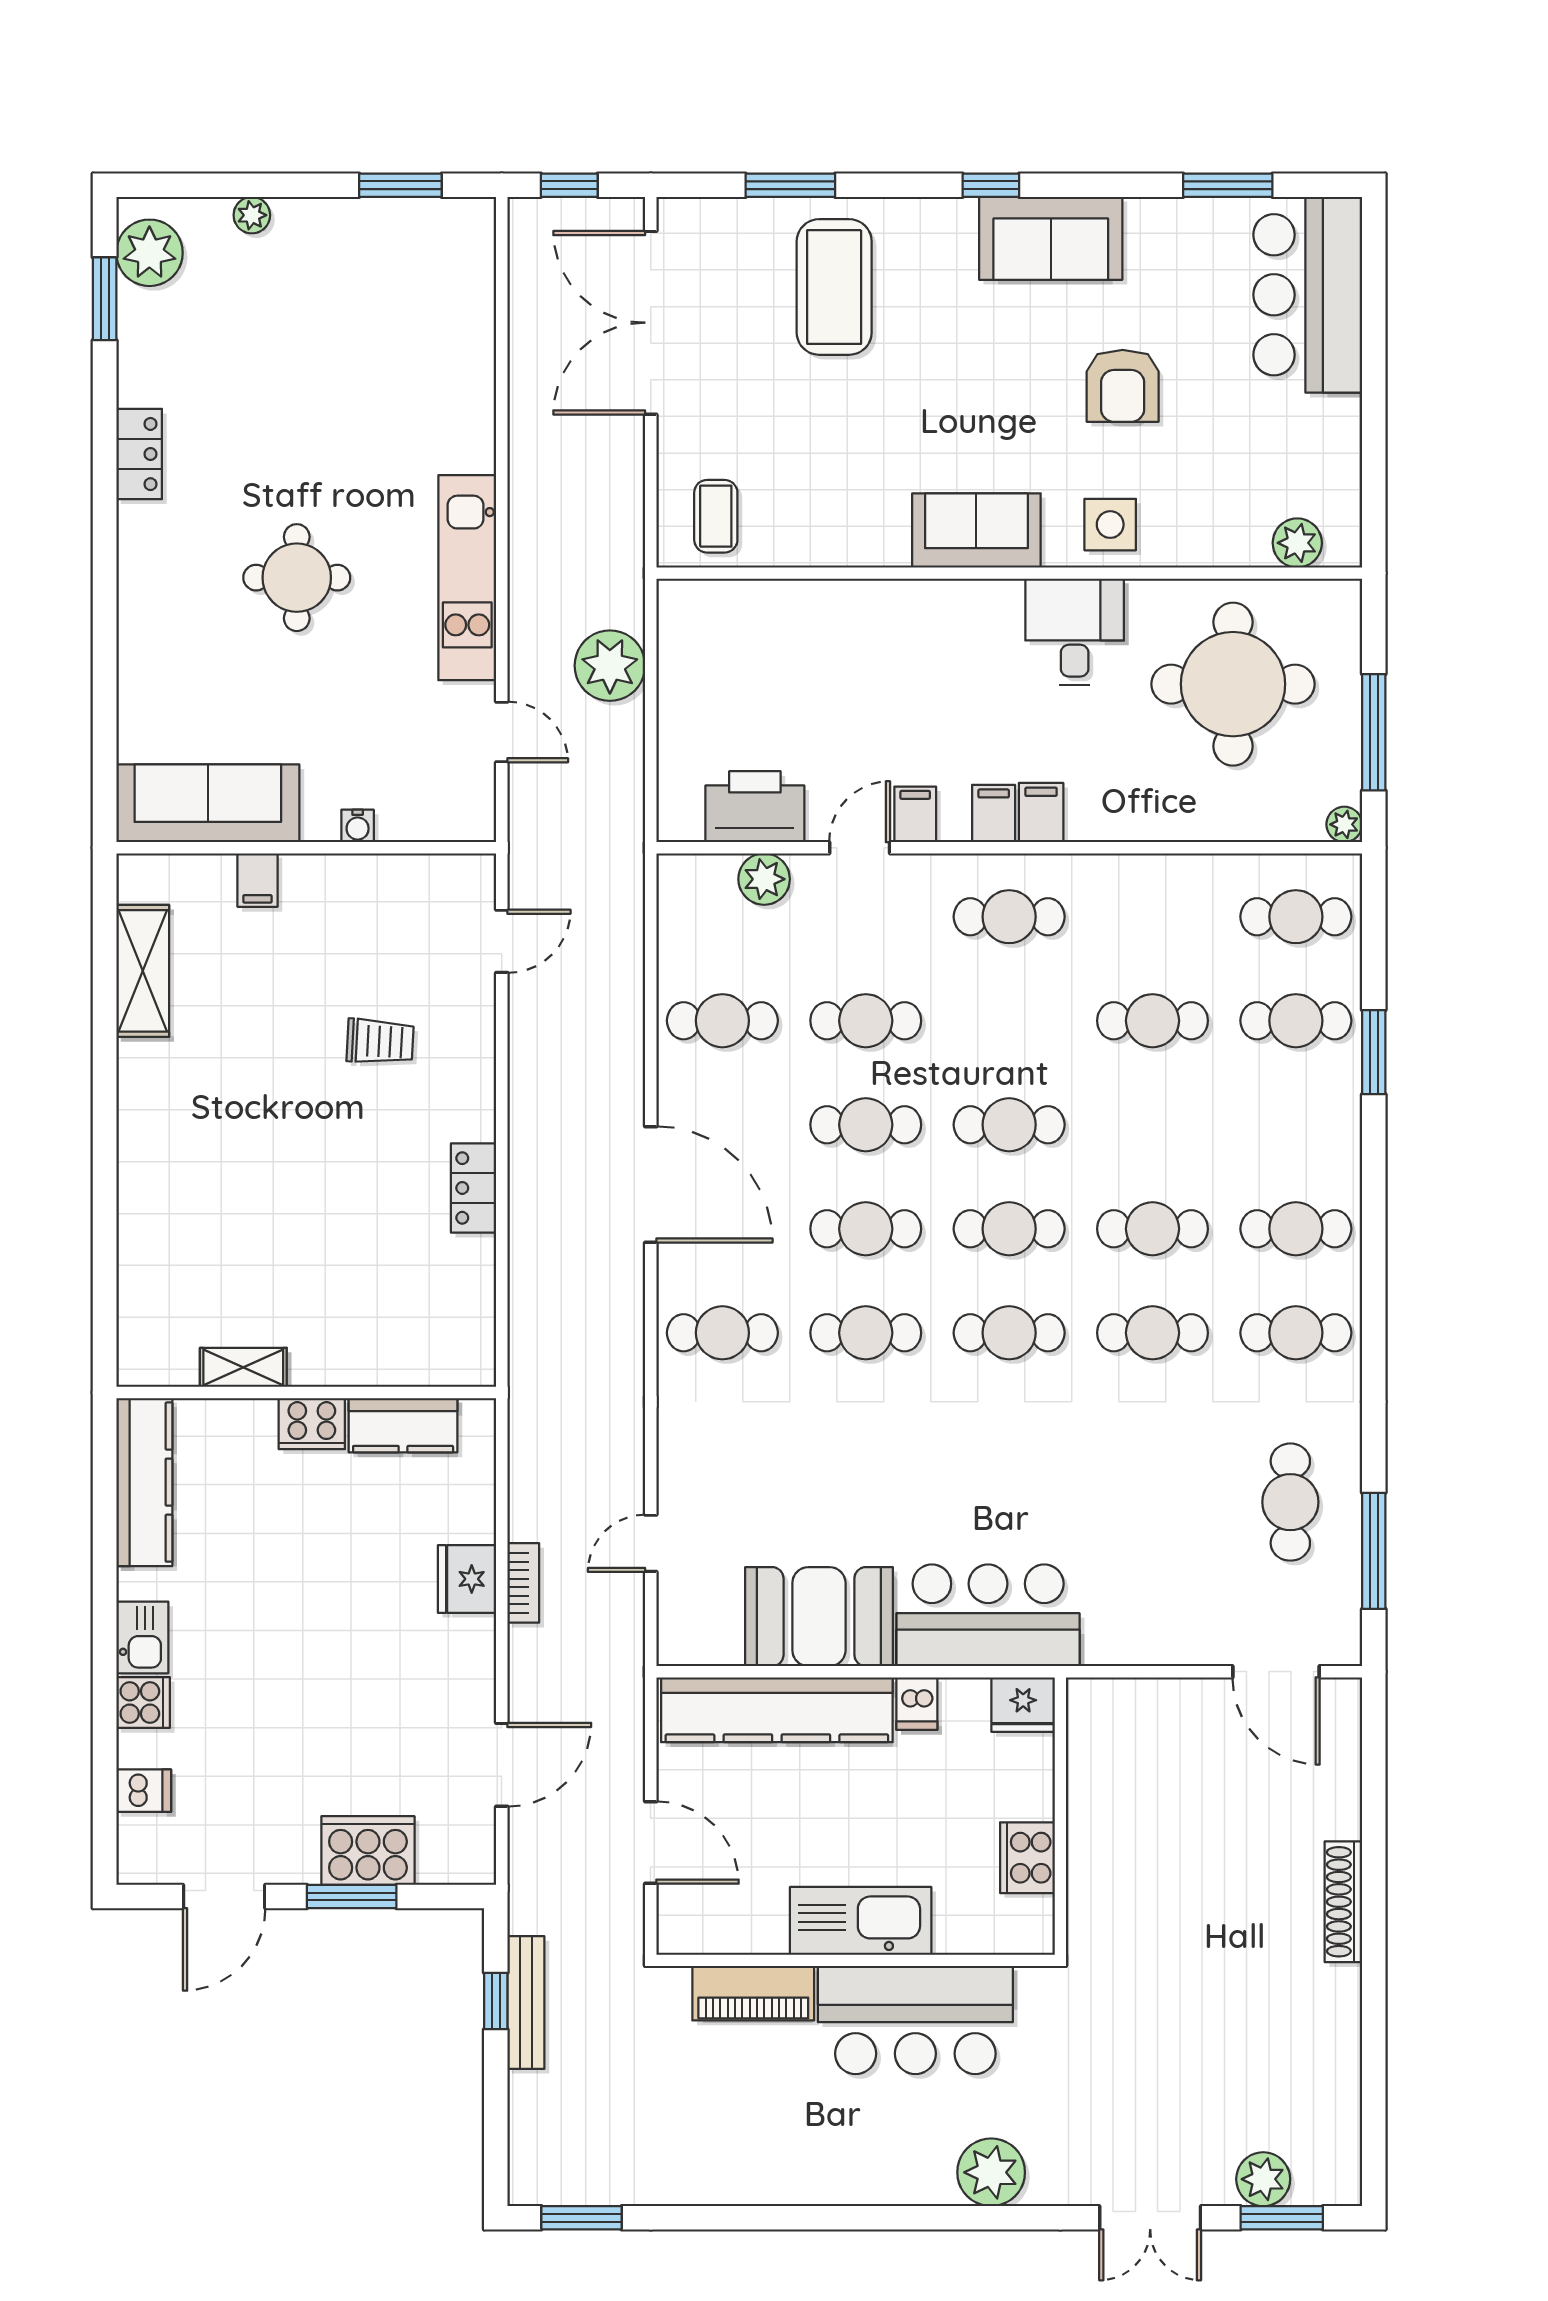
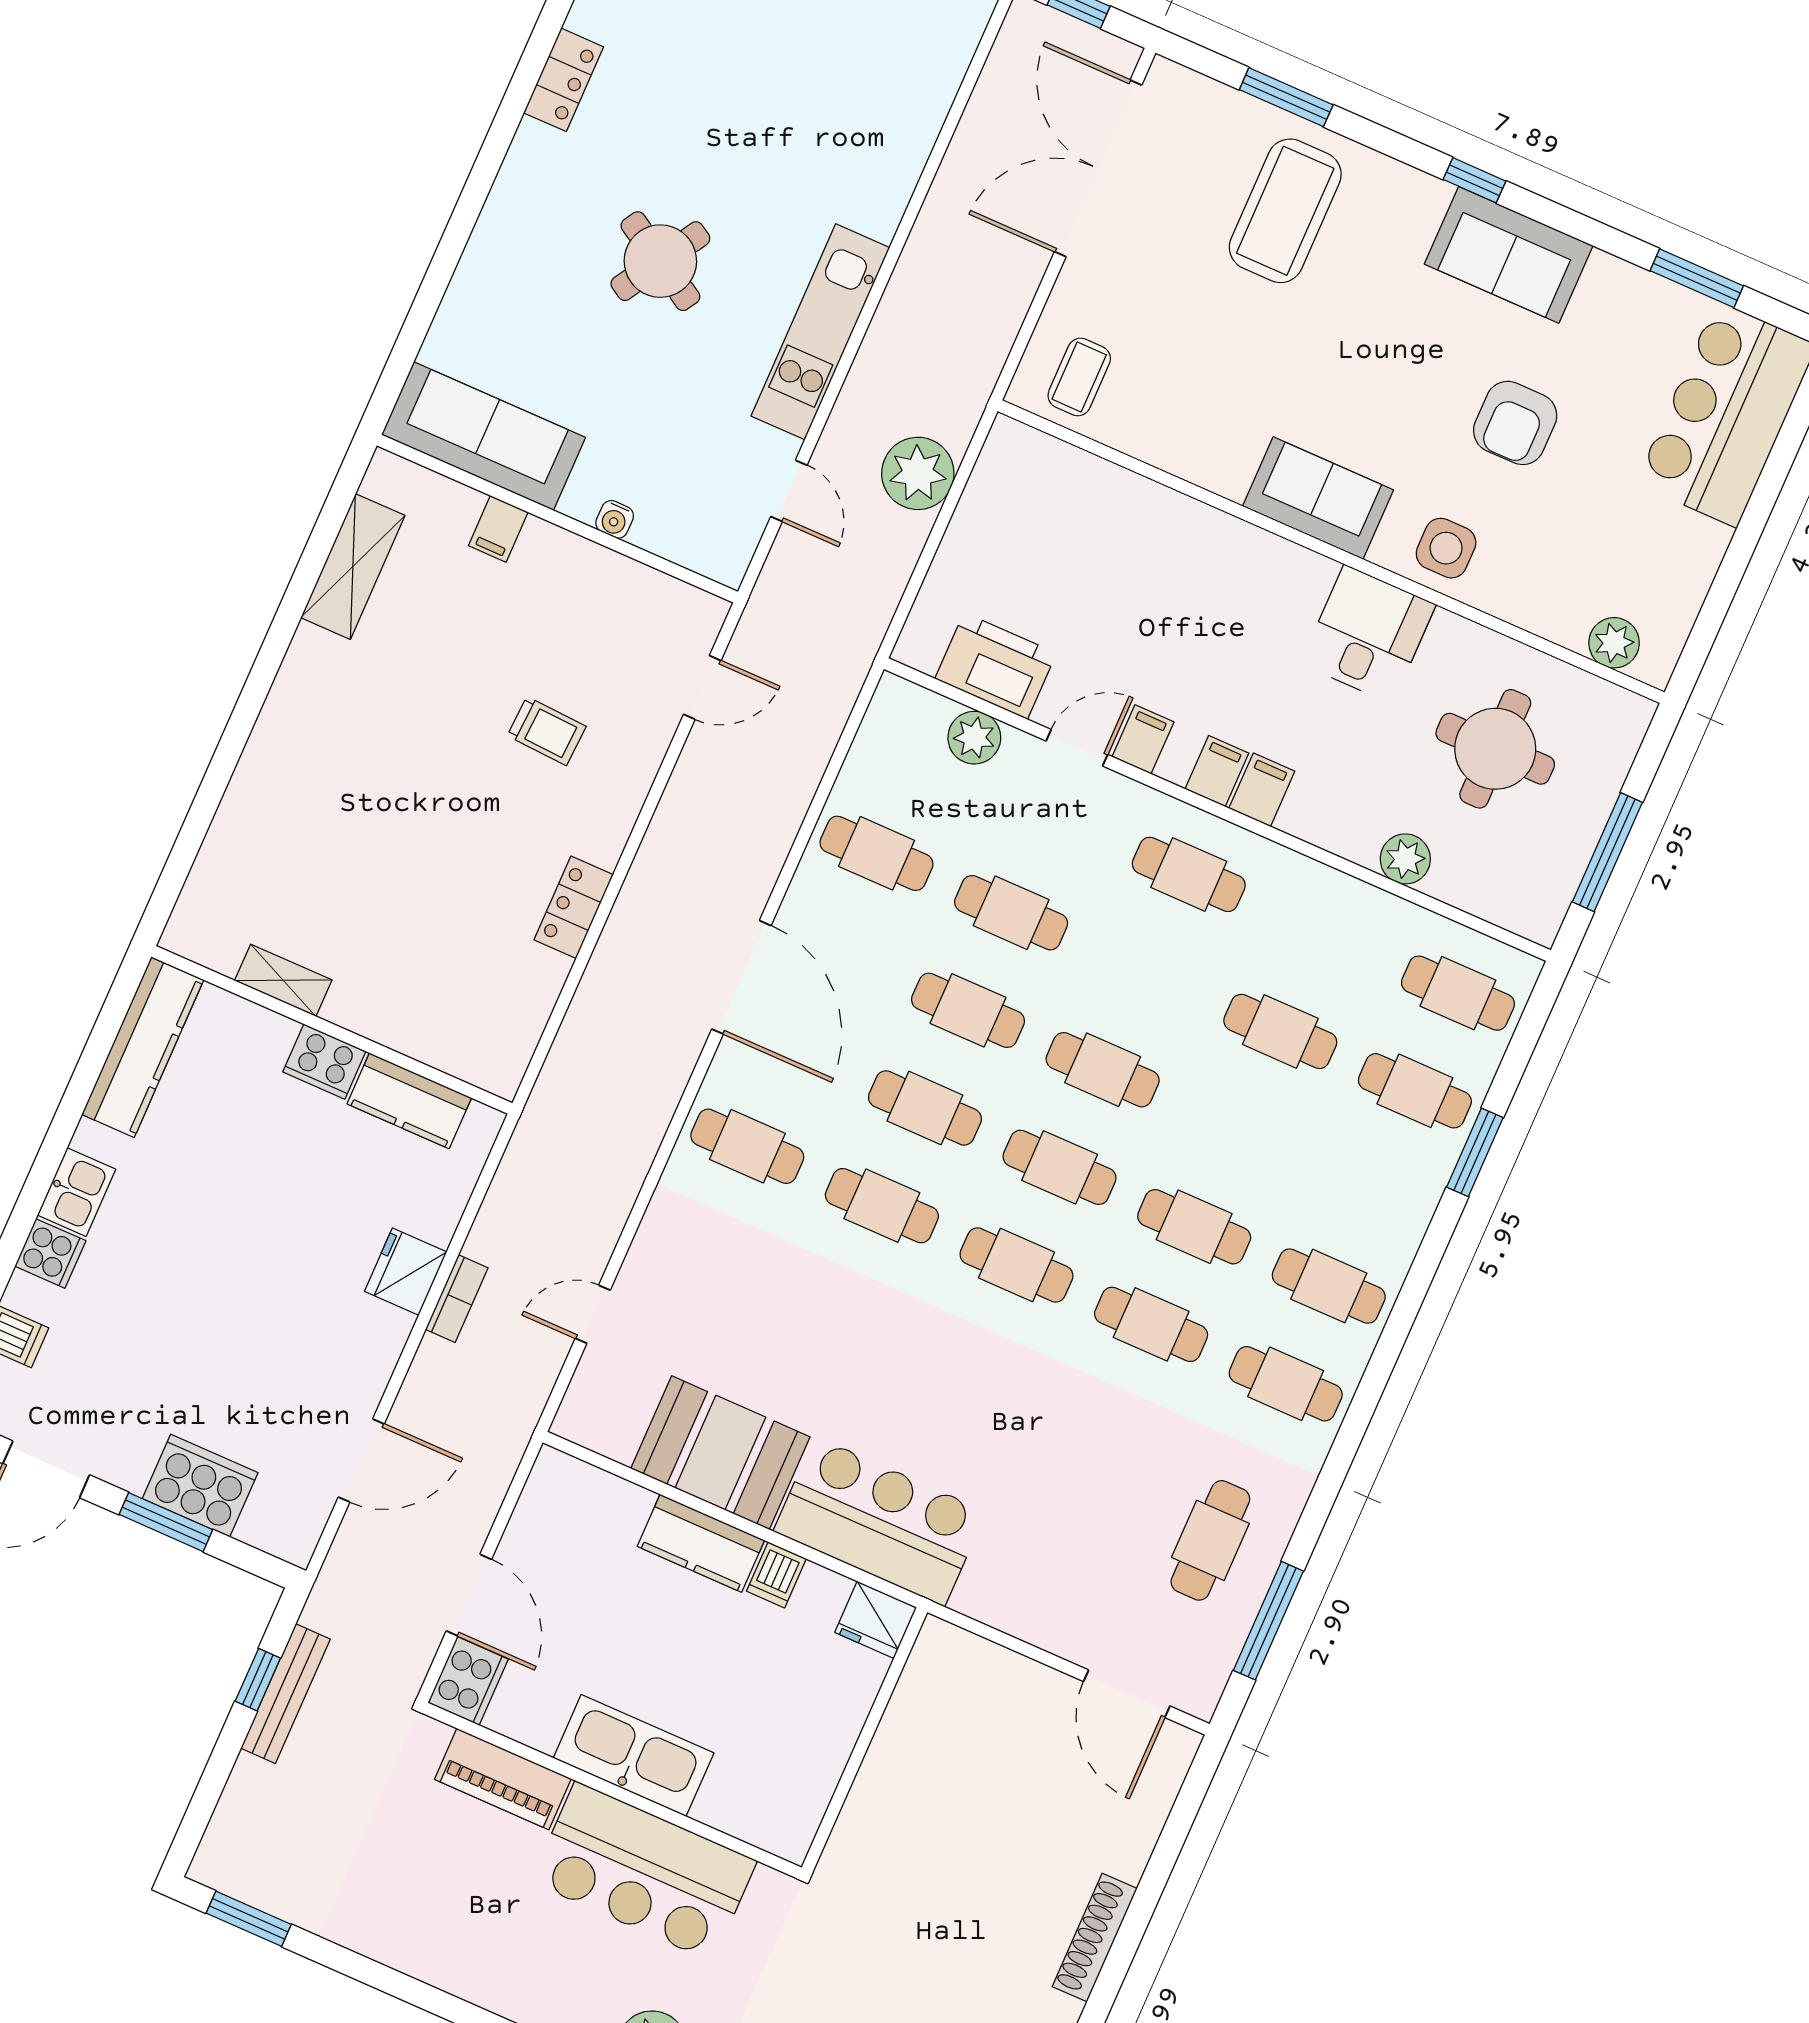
round table: (297, 578) -> (660, 261), turned 31
round table: (1233, 684) -> (1495, 749), width x0.73, depth x0.73
plant: (1344, 824) -> (1405, 859), moved, width x1.38, depth x1.38
kitchen counter: (777, 1710) -> (701, 1543), width x0.48, depth x0.86
cooker: (1027, 1858) -> (468, 1681), moved, turned 180

